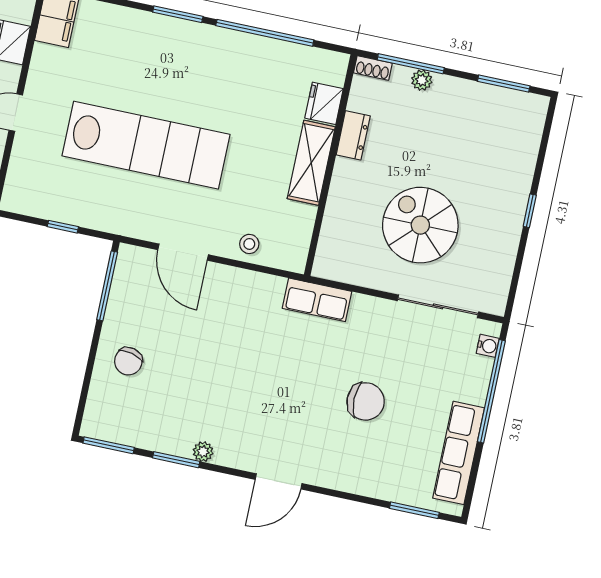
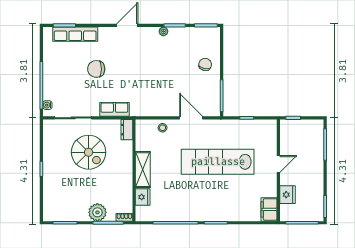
plant: (422, 80) -> (97, 212), width x1.87, depth x1.87
dresser: (353, 135) -> (127, 130), moved
row of seats: (317, 300) -> (114, 109), moved
row of seats: (459, 453) -> (75, 34), moved, turned 90

